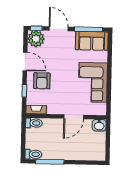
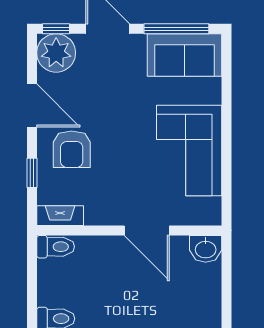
door: (74, 117) -> (147, 230), hinge flipped

